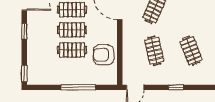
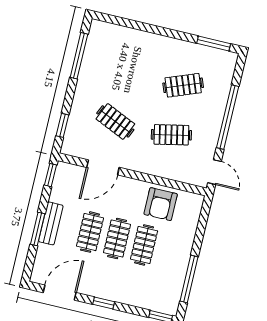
window: (78, 87) -> (189, 279), moved
window: (176, 87) -> (228, 117), width x3.17

